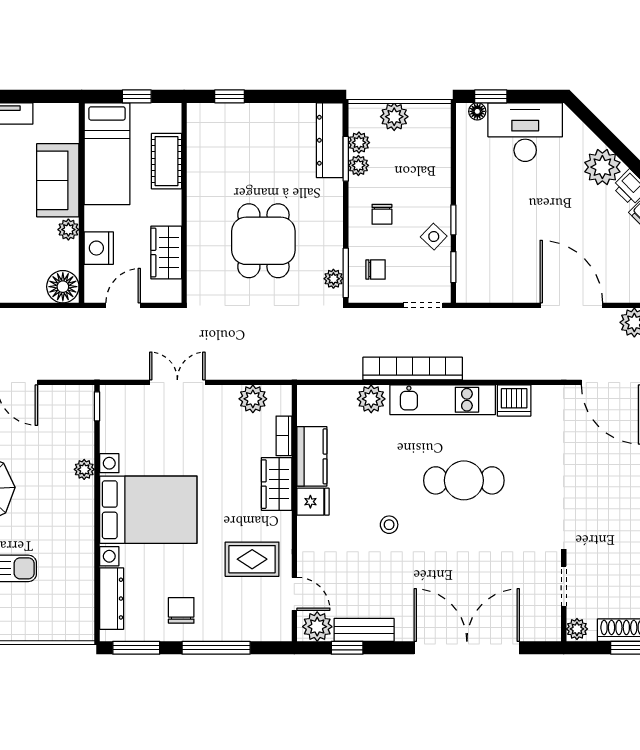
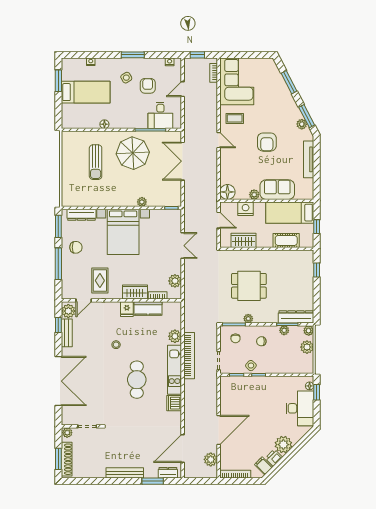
plant: (359, 143) -> (309, 331), moved
plant: (333, 279) -> (248, 319), moved

